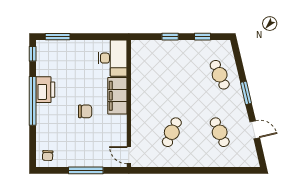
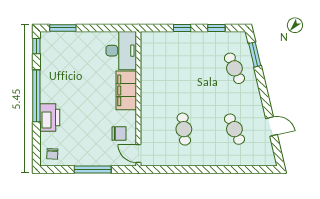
printer: (45, 90) -> (50, 118), moved
window: (246, 93) -> (255, 55), moved
chair: (85, 111) -> (119, 134), moved
cafe table: (172, 132) -> (184, 129), turned -30

